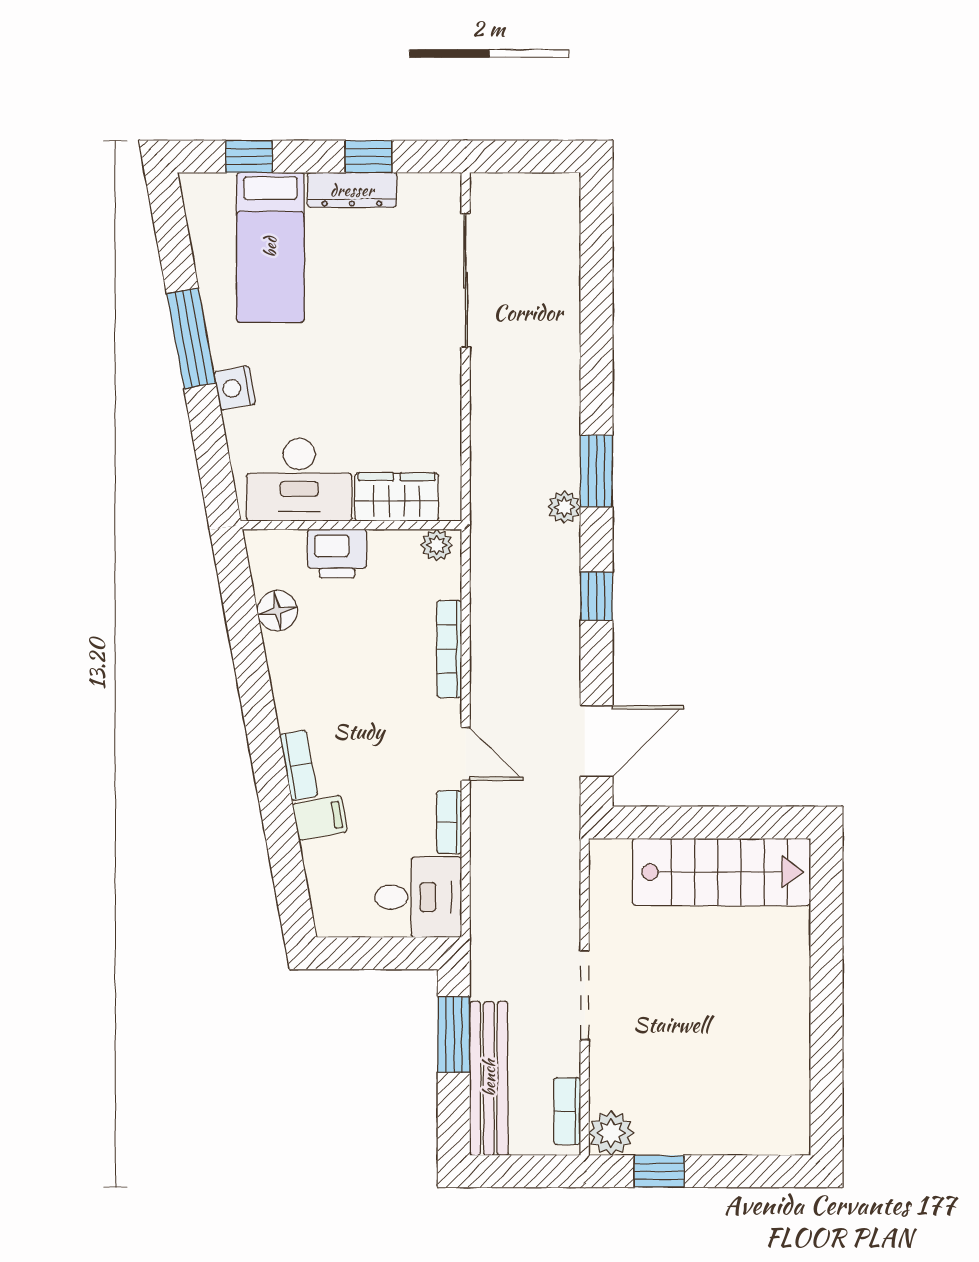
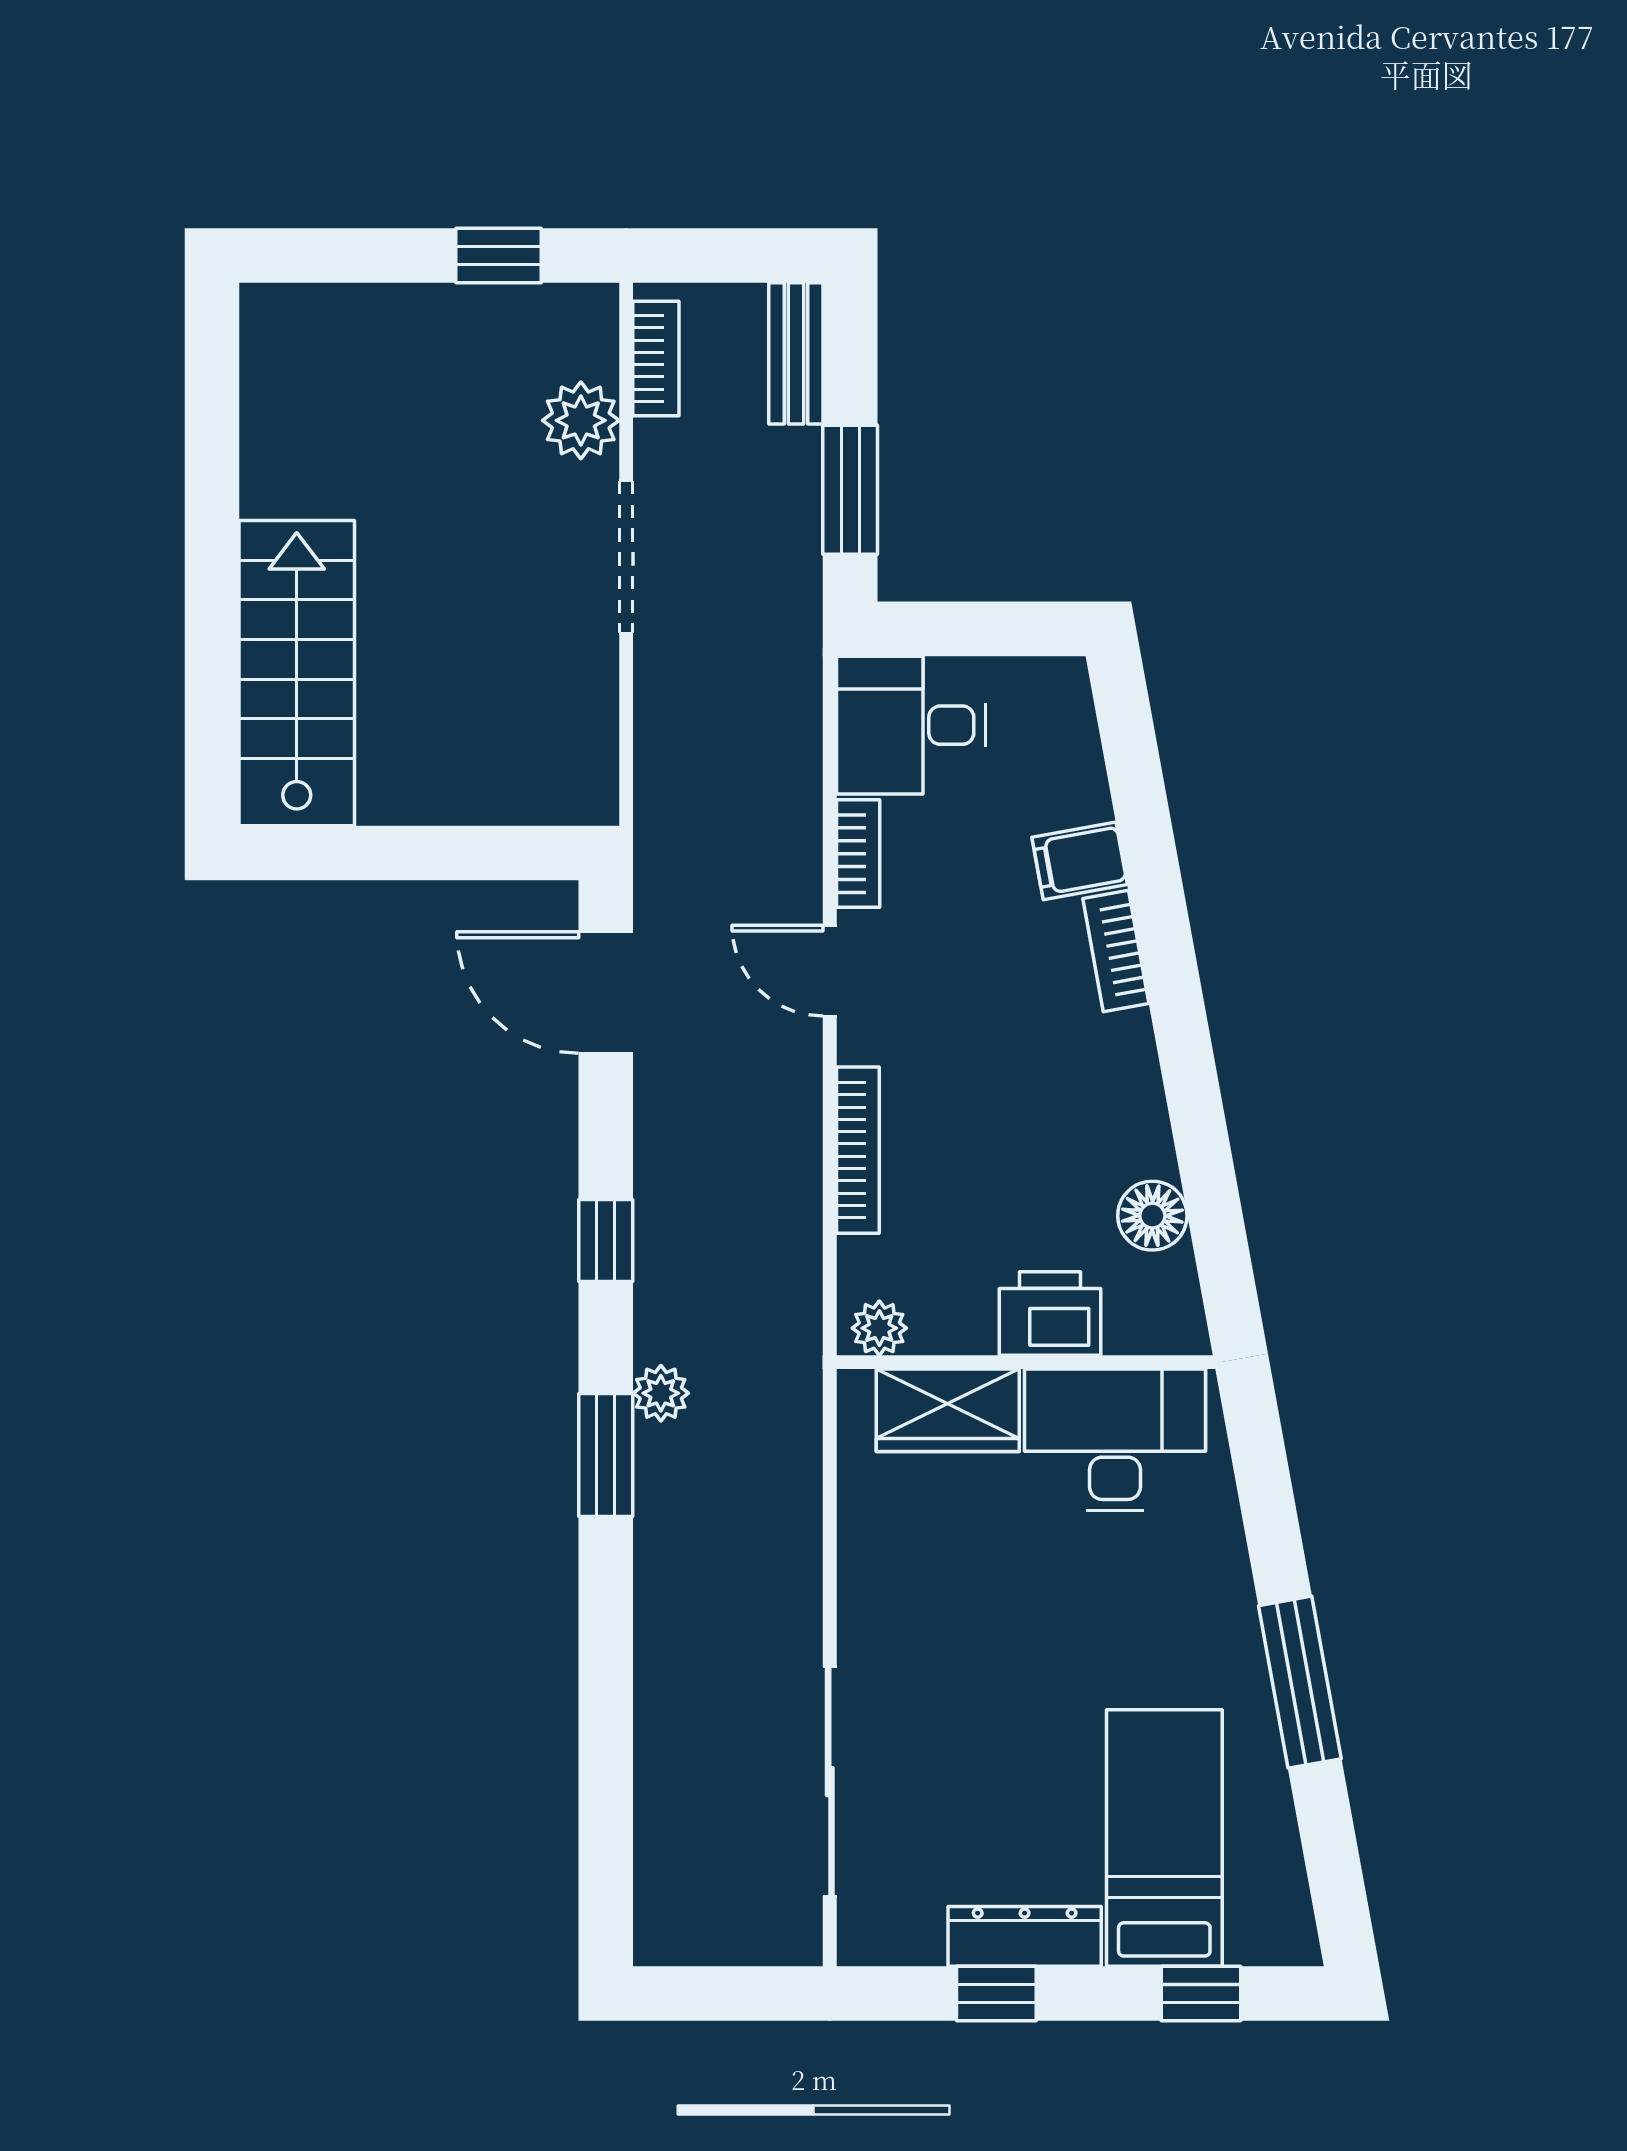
nightstand: (235, 388) -> (1225, 1597), removed
door: (597, 741) -> (606, 993), hinge flipped
stairs: (721, 872) -> (297, 673), moved, turned 90
bench: (489, 1078) -> (796, 353), width x0.54, depth x0.82
plant: (611, 1133) -> (581, 420), moved

